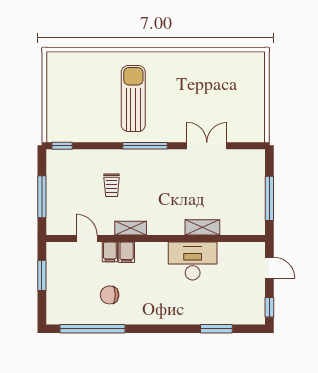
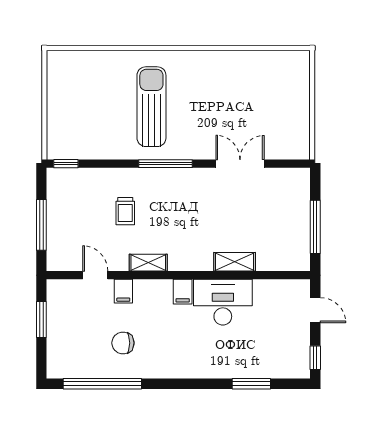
filing cabinet: (127, 252) -> (183, 292), moved

